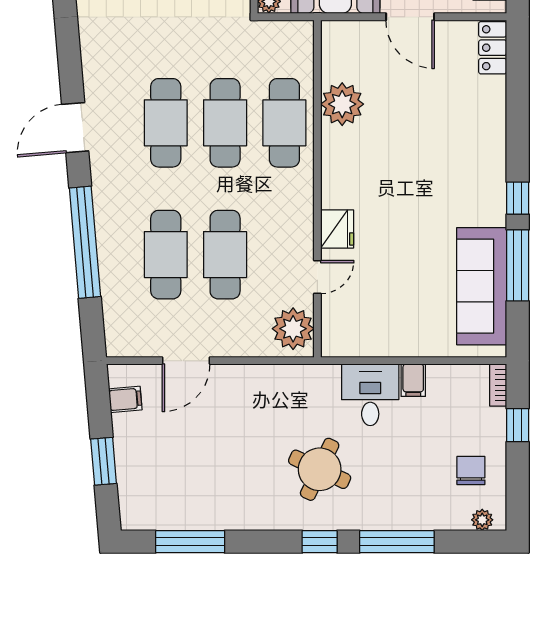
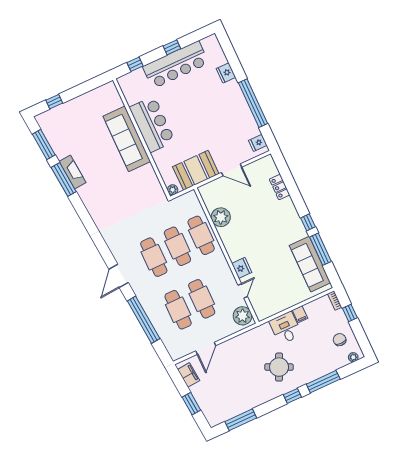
locker: (493, 48) -> (280, 187), moved
filing cabinet: (125, 399) -> (189, 375), width x2.00

